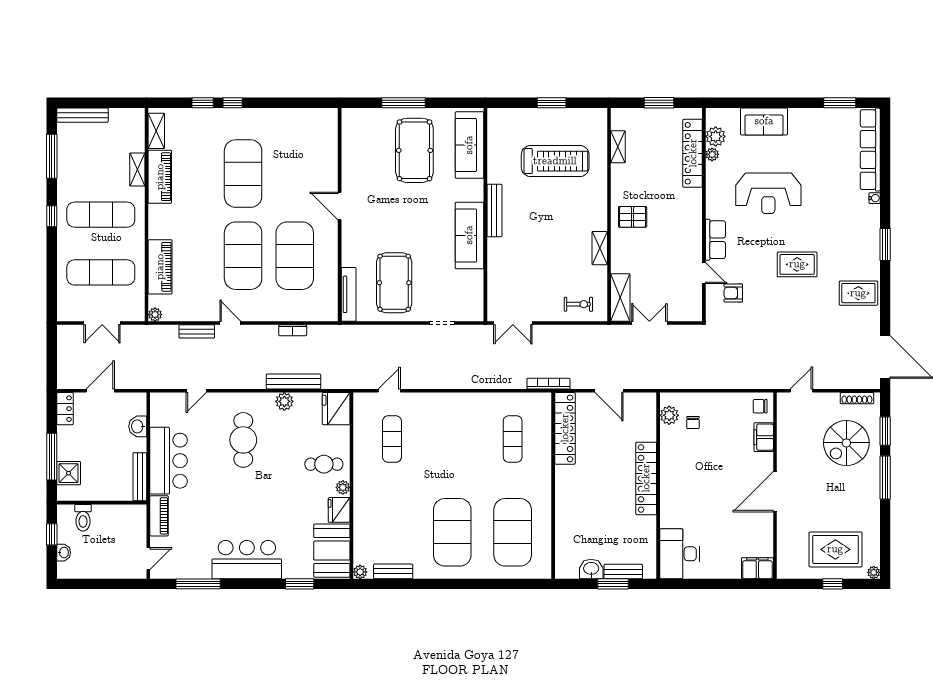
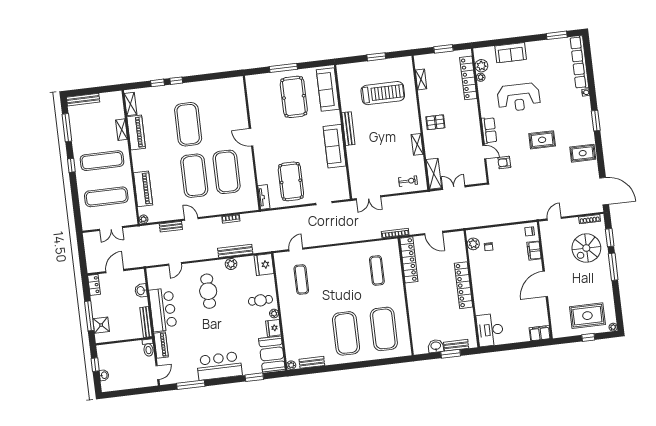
tv unit: (349, 294) -> (264, 197), width x0.71
toilet: (83, 518) -> (148, 348), moved

